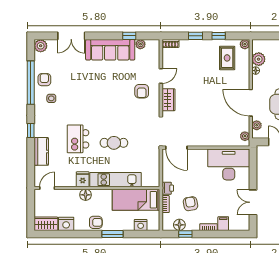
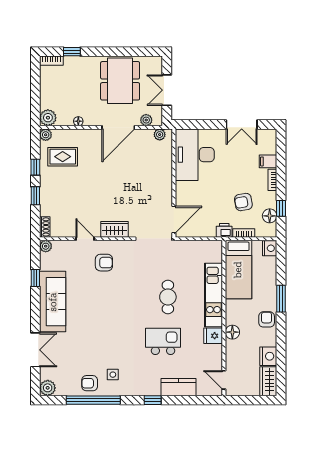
plant: (140, 44) -> (46, 246), moved
plant: (259, 59) -> (48, 118), moved
kitchen island: (78, 139) -> (163, 341), turned 180
nightstand: (141, 225) -> (270, 248), moved

